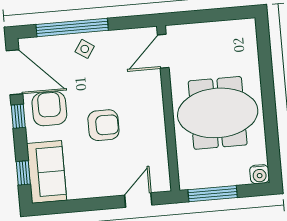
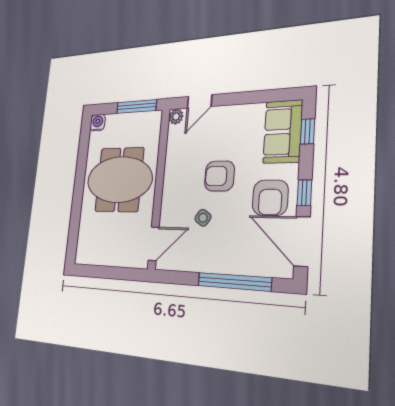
side table: (85, 49) -> (203, 218), moved
plant: (162, 184) -> (176, 117), added

